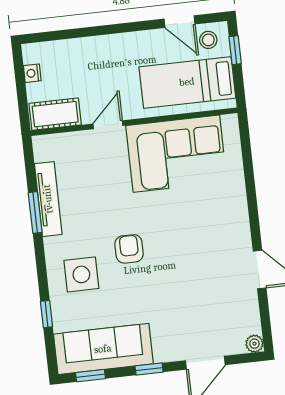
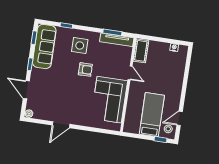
cot: (55, 114) -> (141, 51), moved
wall: (134, 122) -> (128, 85), moved
door: (108, 125) -> (130, 73), moved
corner sofa: (176, 154) -> (109, 100), moved

